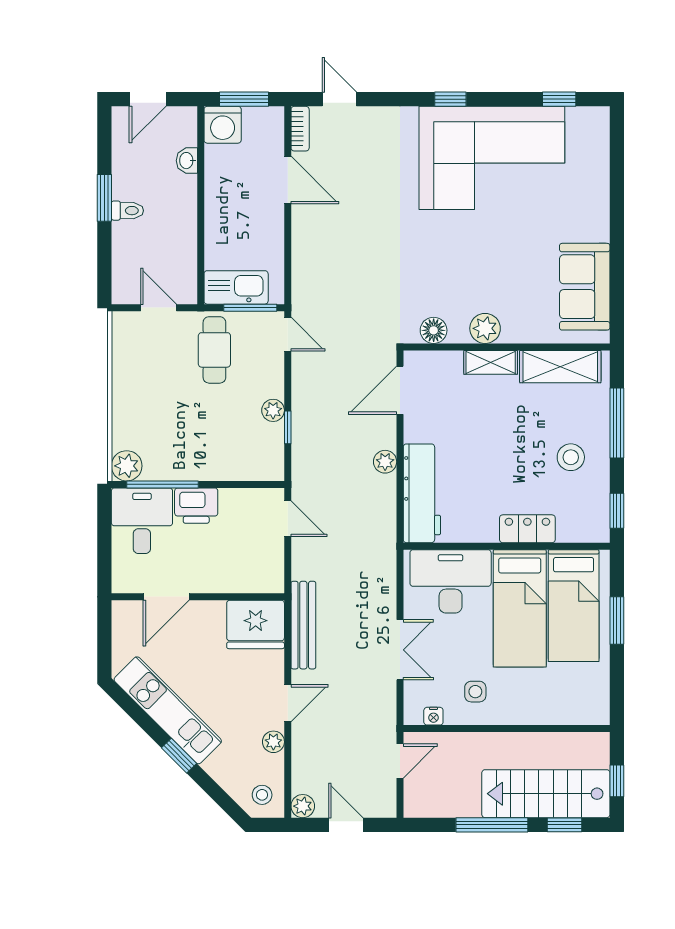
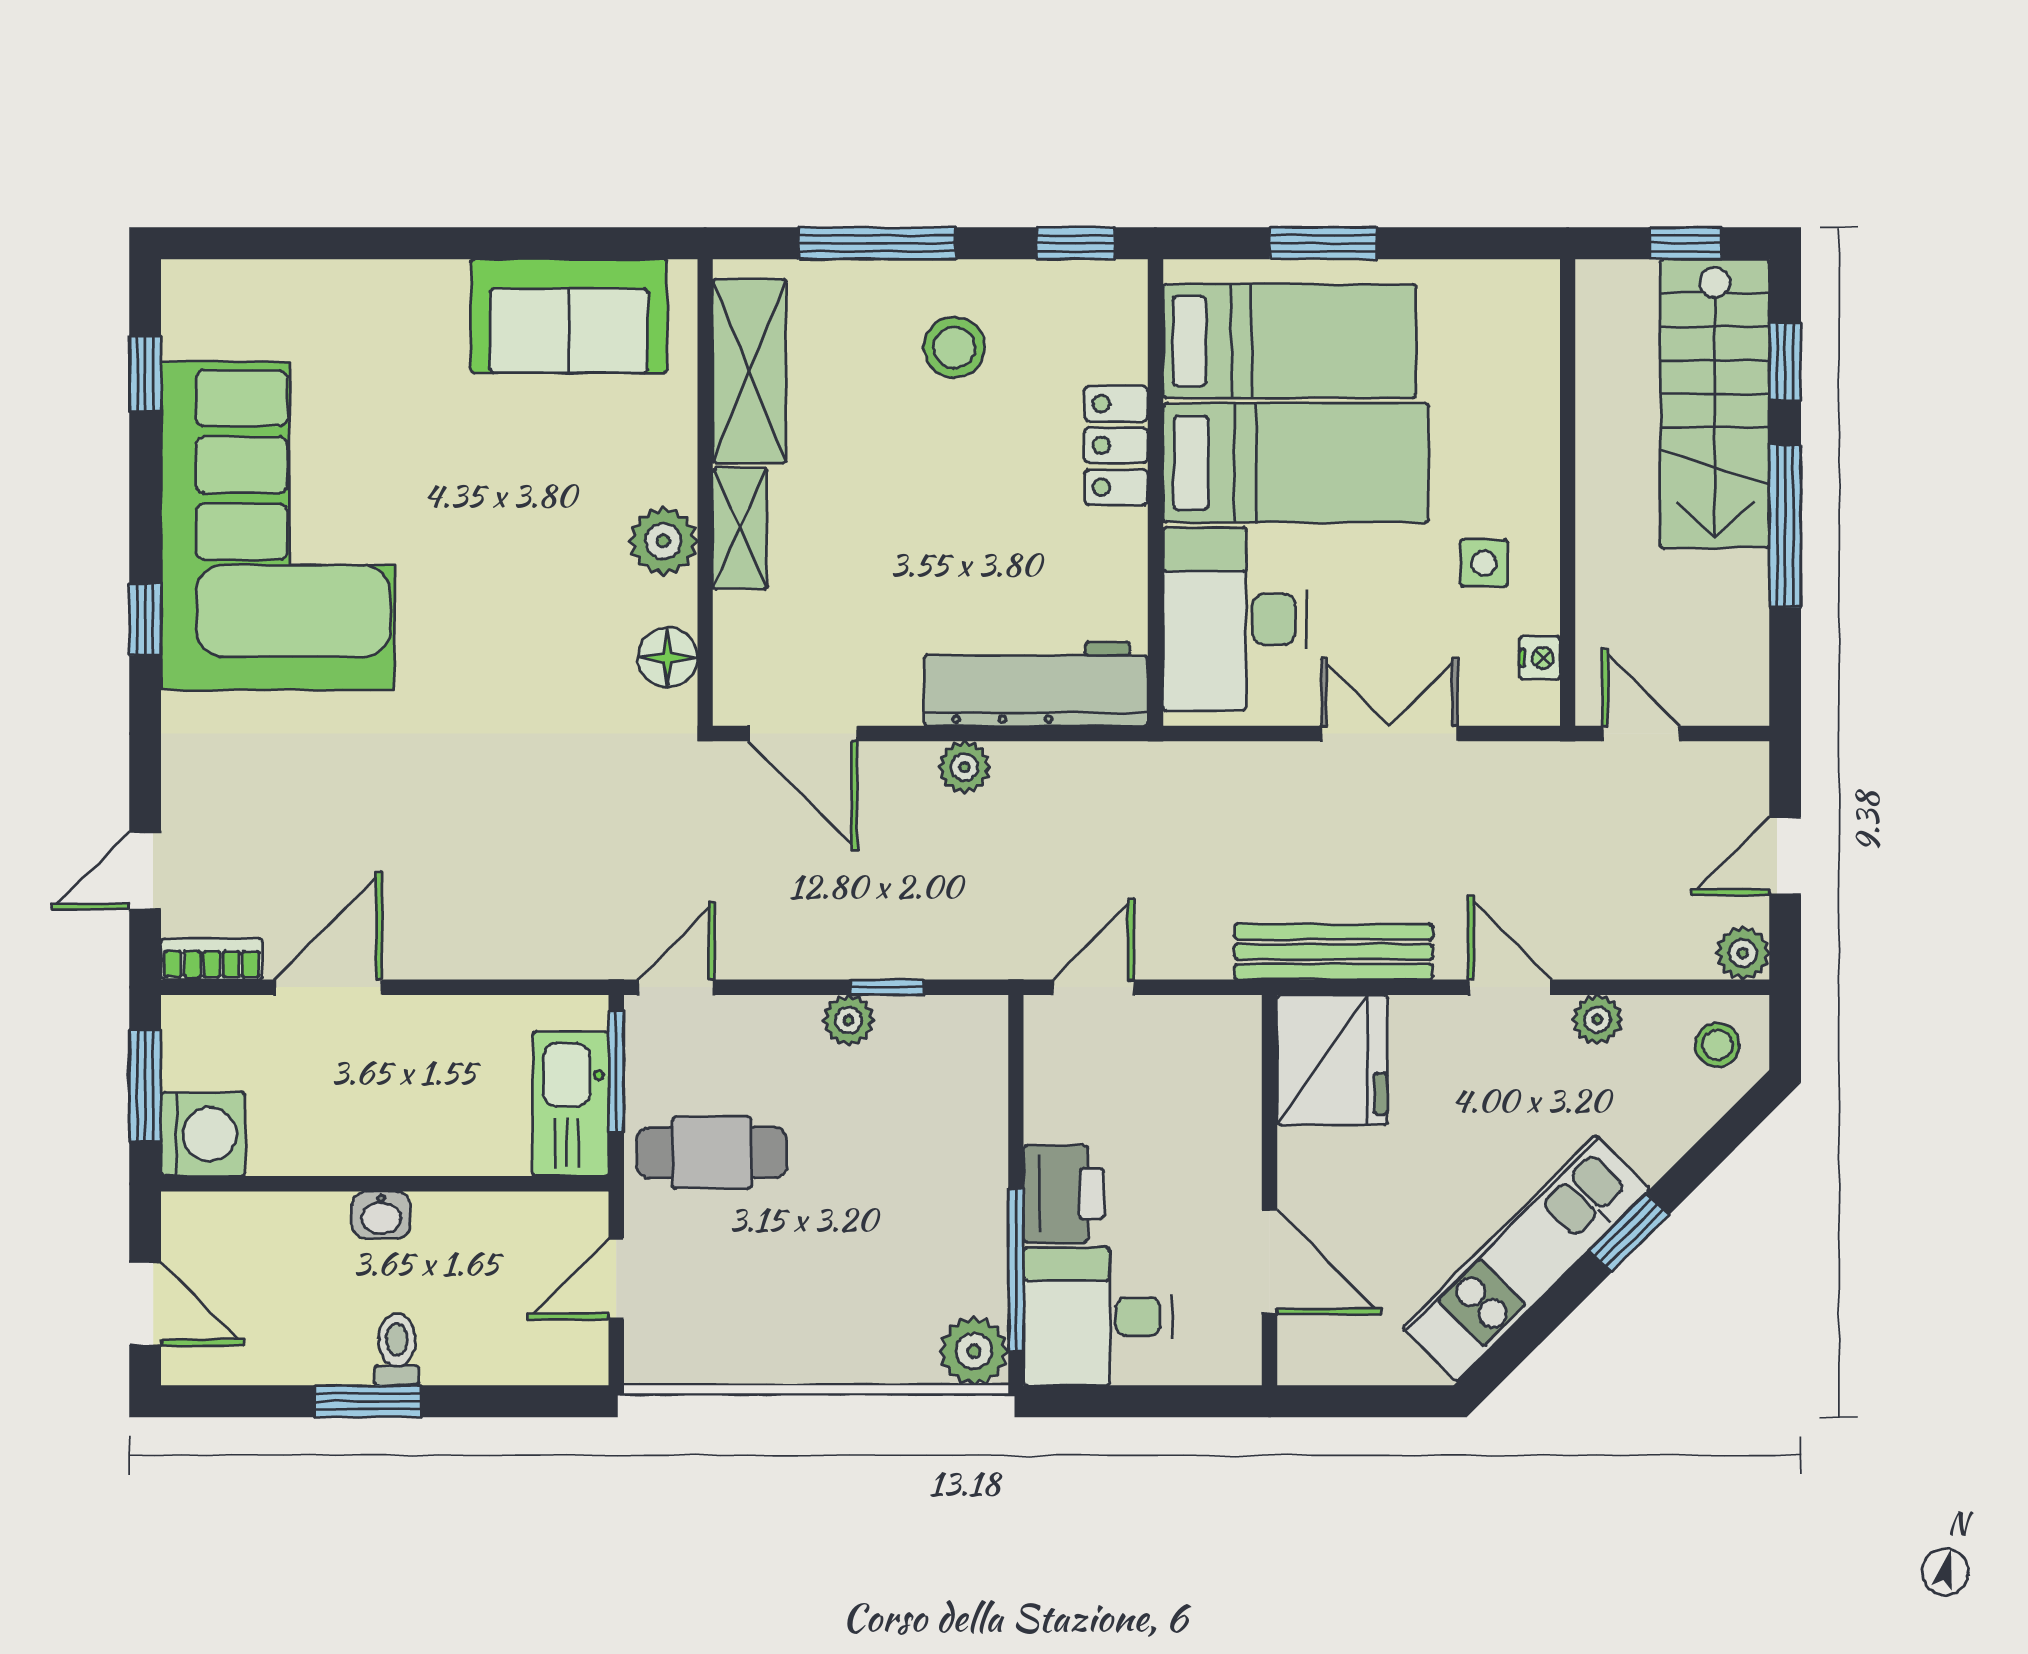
washbasin: (187, 161) -> (381, 1215), moved

